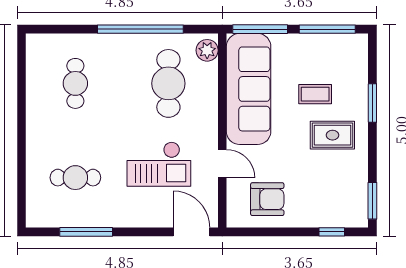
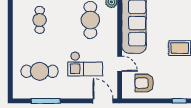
coffee table: (315, 94) -> (170, 26), removed
cafe table: (75, 178) -> (40, 71), width x1.37, depth x1.35
armchair: (267, 199) -> (144, 83), turned 180

